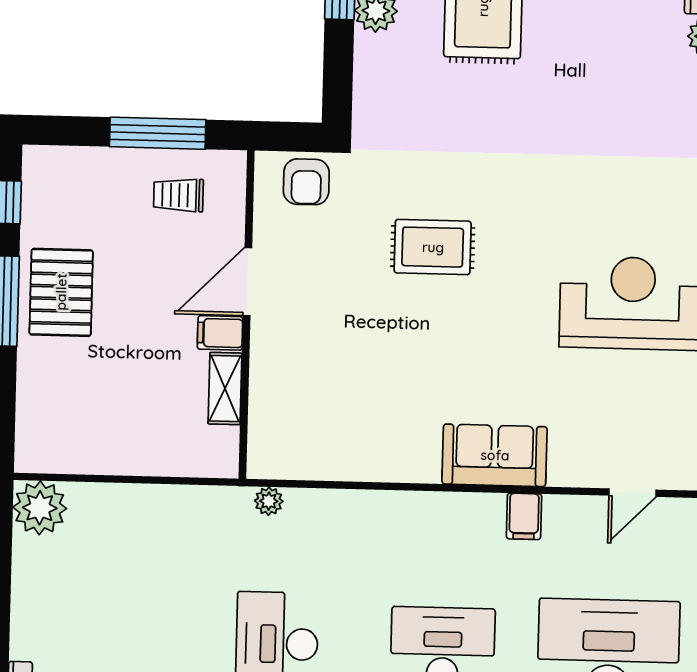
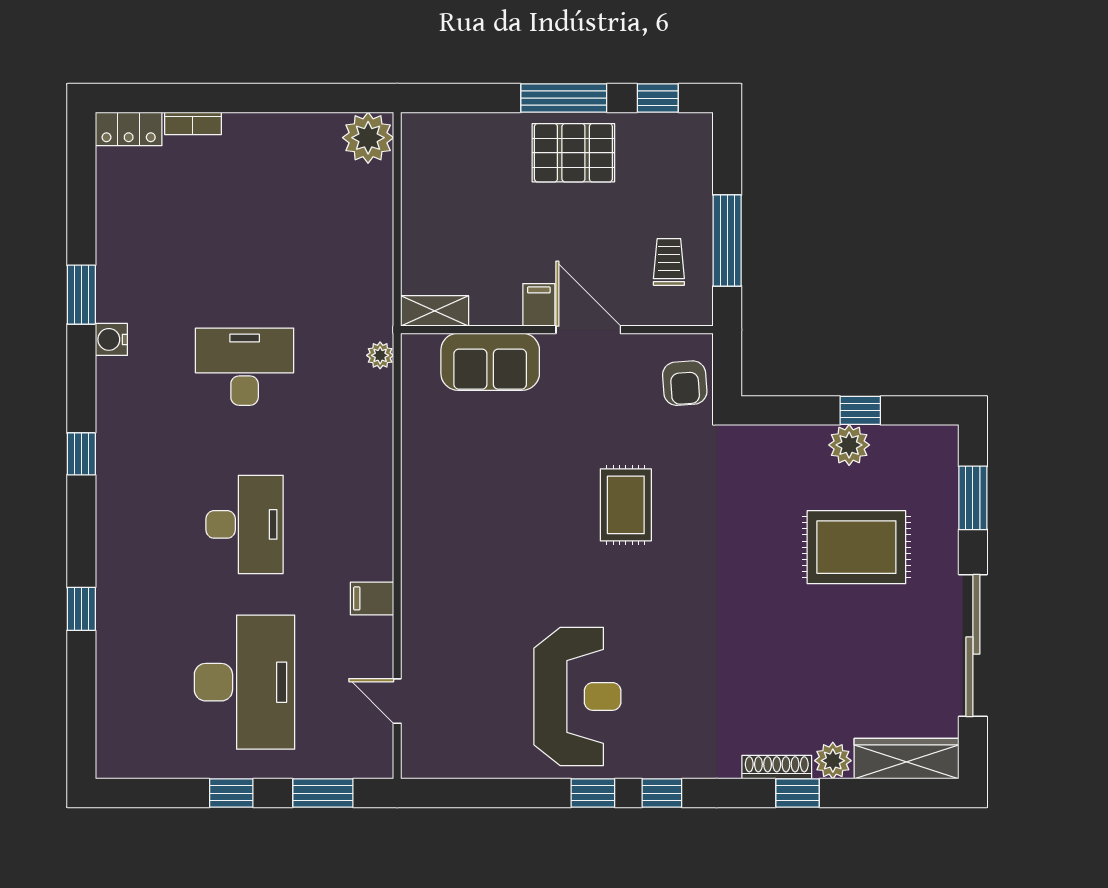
armchair: (306, 182) -> (685, 383), turned -94
shelving: (225, 389) -> (435, 311), moved
sofa: (495, 455) -> (490, 362), moved, turned 90

